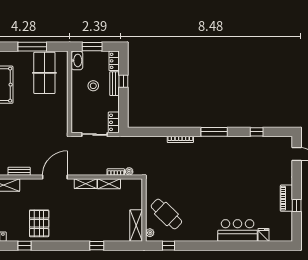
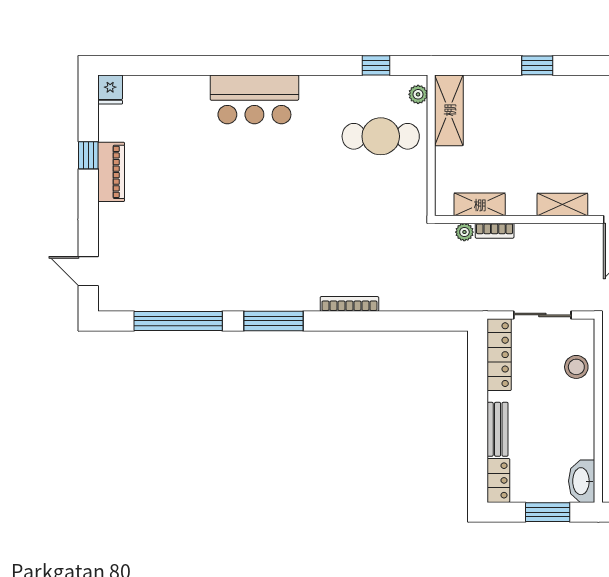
window: (123, 81) -> (478, 435), removed
stool: (93, 86) -> (576, 367), moved
locker: (114, 122) -> (499, 355), width x1.53
window: (257, 132) -> (178, 321), width x3.17
shelving: (109, 184) -> (480, 204), moved
cafe table: (166, 214) -> (381, 136), turned -44
bar counter: (238, 230) -> (254, 99), moved
fridge: (264, 235) -> (110, 90), moved

